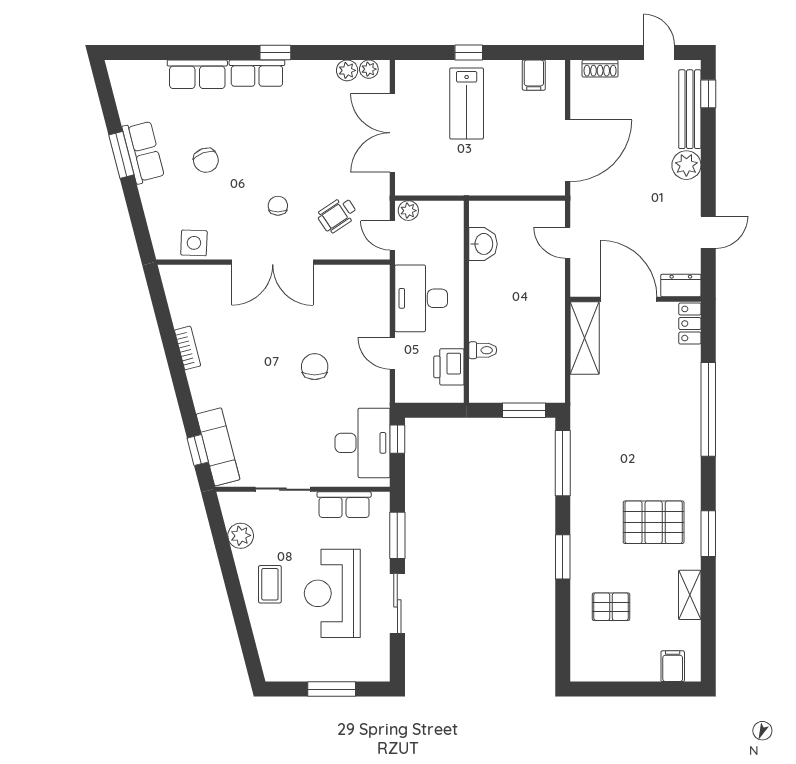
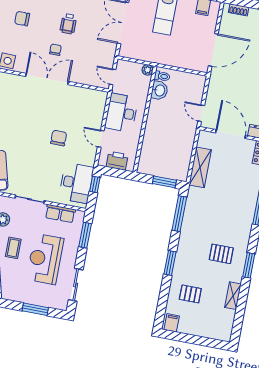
chair: (206, 160) -> (22, 19), turned 110
plant: (408, 211) -> (148, 70), moved
wheelchair: (337, 215) -> (68, 24), moved, turned -56
door: (568, 243) -> (201, 113), moved
double door: (273, 262) -> (47, 79), swing flipped
shelving: (585, 338) -> (200, 167), moved
toilet: (483, 350) -> (162, 76), moved
printer: (449, 367) -> (117, 161), moved, turned 90
pallet: (654, 522) -> (221, 254), width x0.67, depth x0.71
sliding door: (397, 603) -> (76, 285), moved
filing cabinet: (673, 666) -> (172, 323), moved

